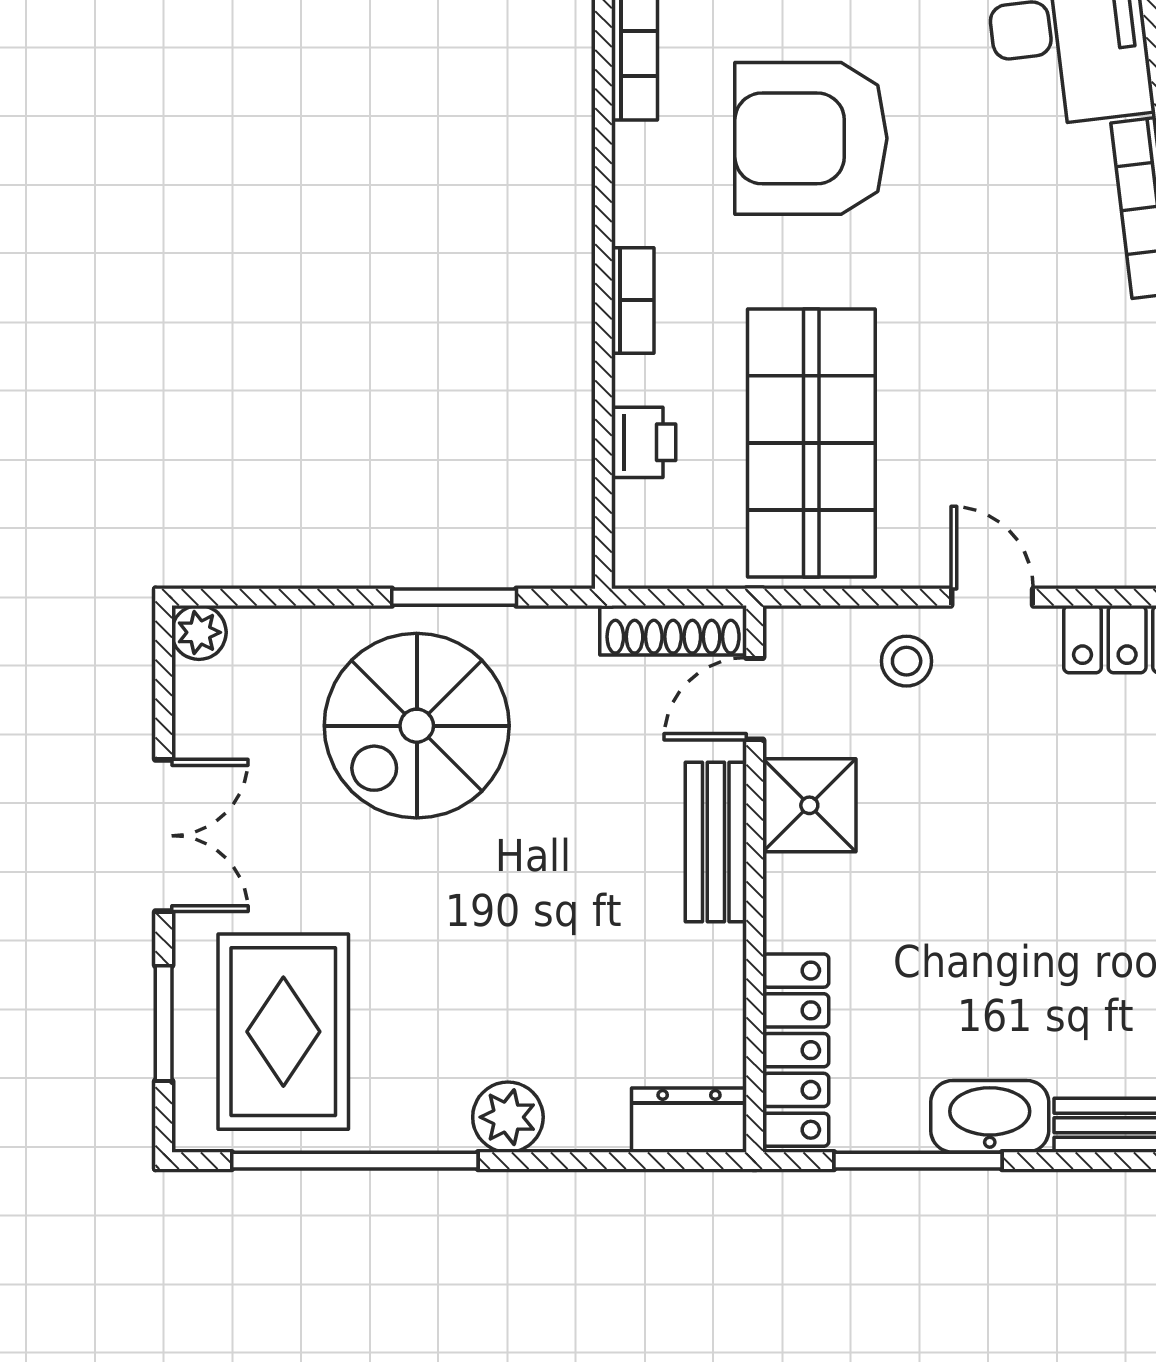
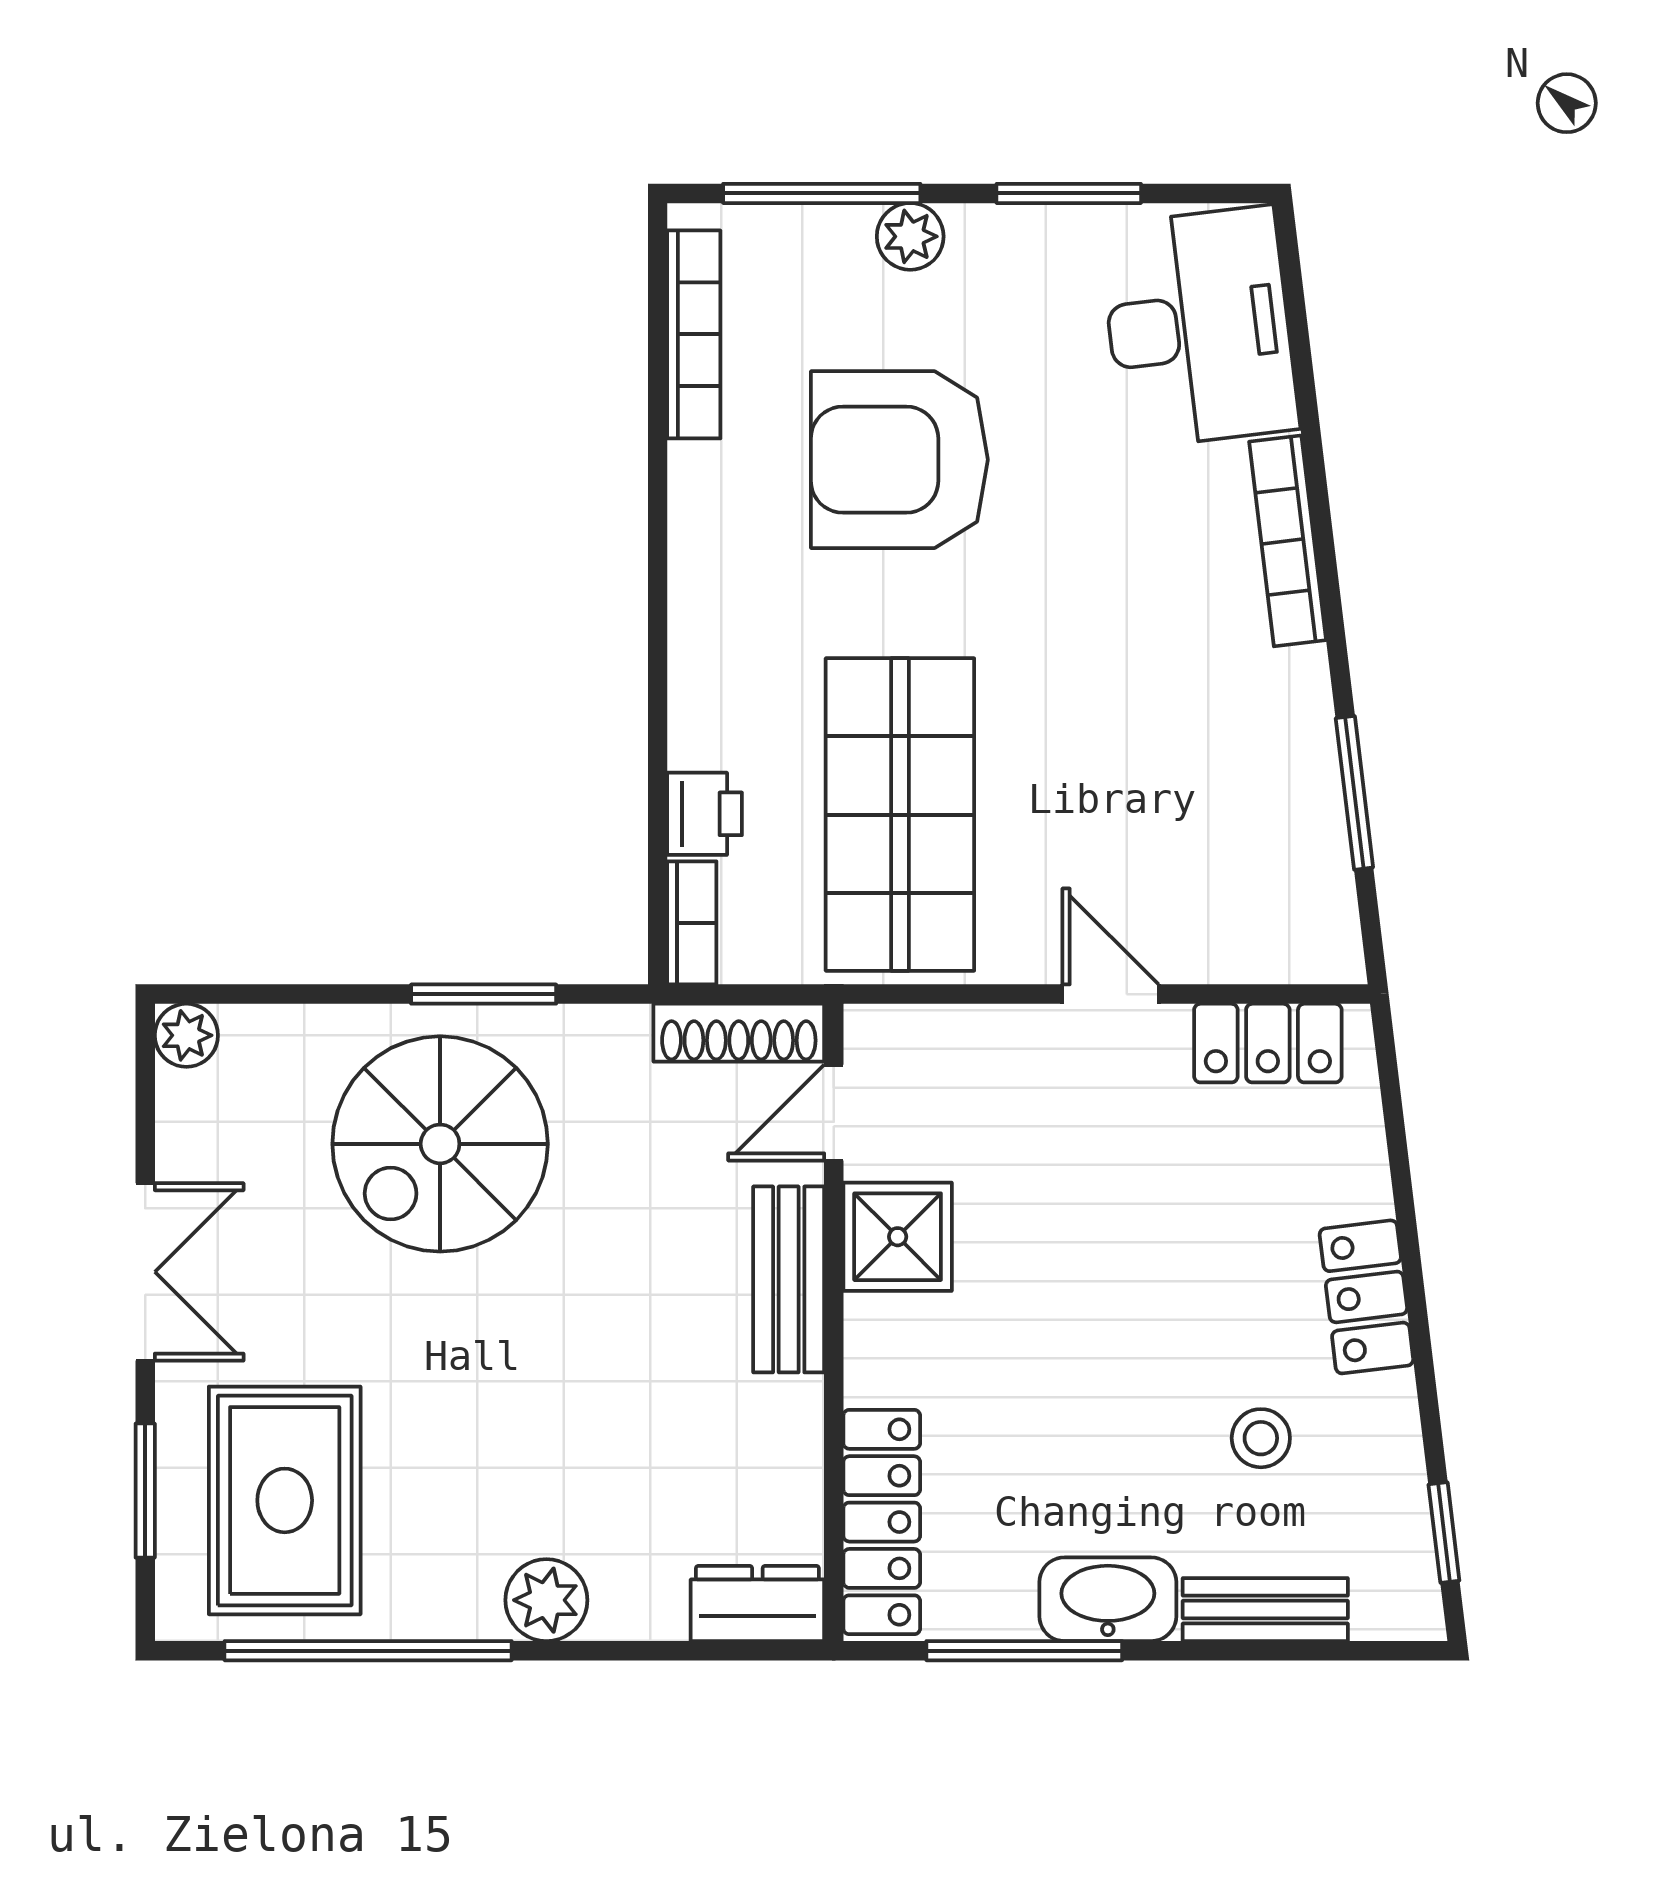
bookcase: (633, 300) -> (692, 923), moved
stool: (907, 661) -> (1261, 1438), moved

